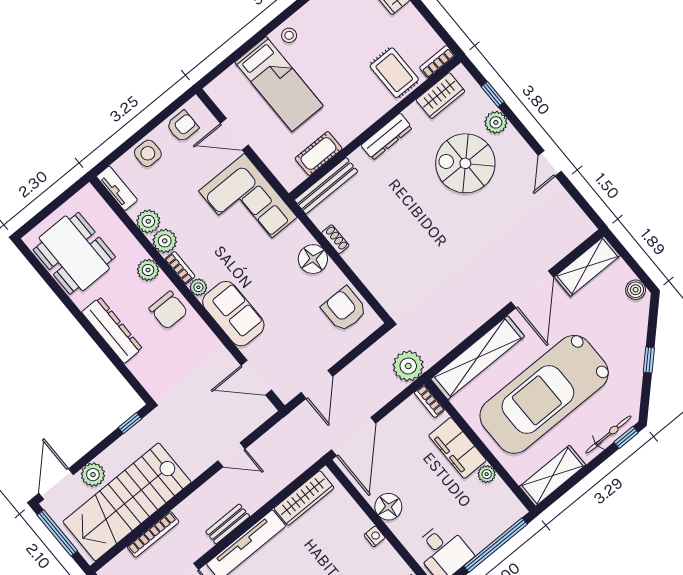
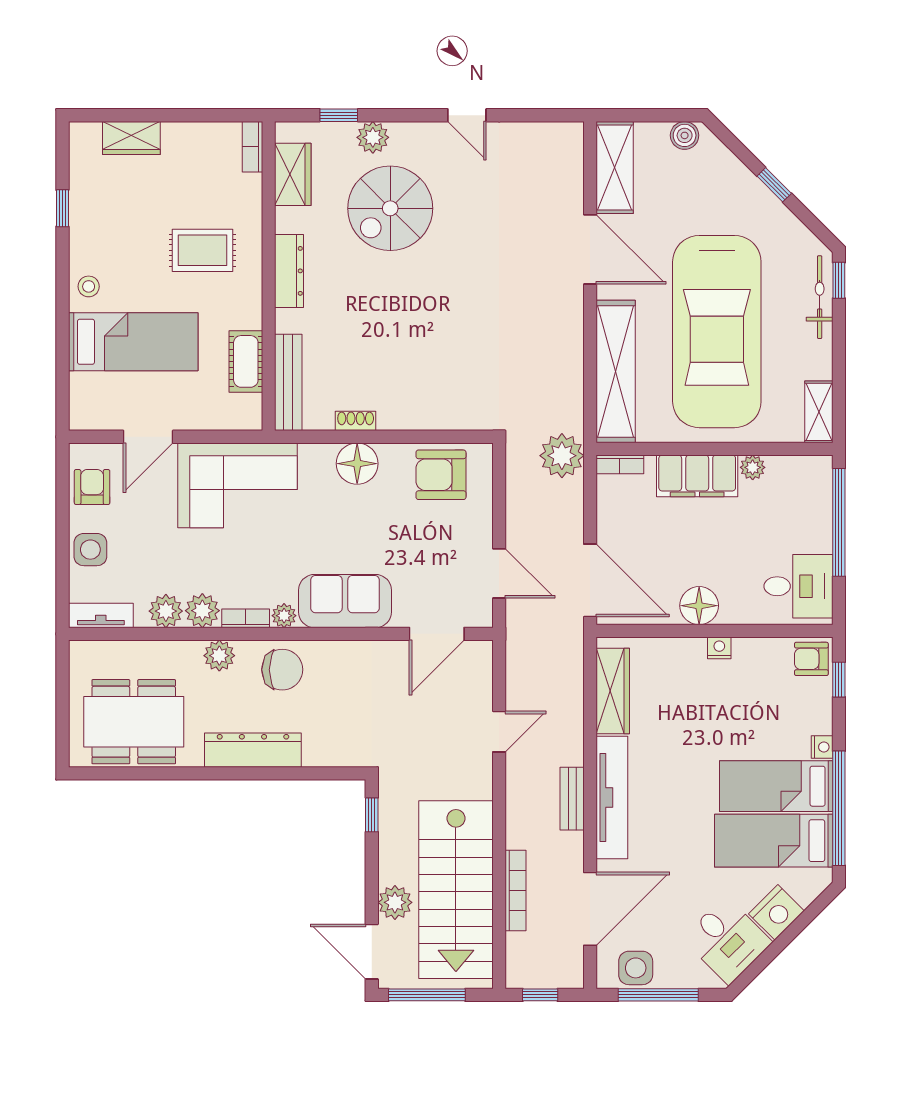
rug: (394, 73) -> (203, 250), moved
shelving: (552, 476) -> (819, 412), width x0.67, depth x0.75

